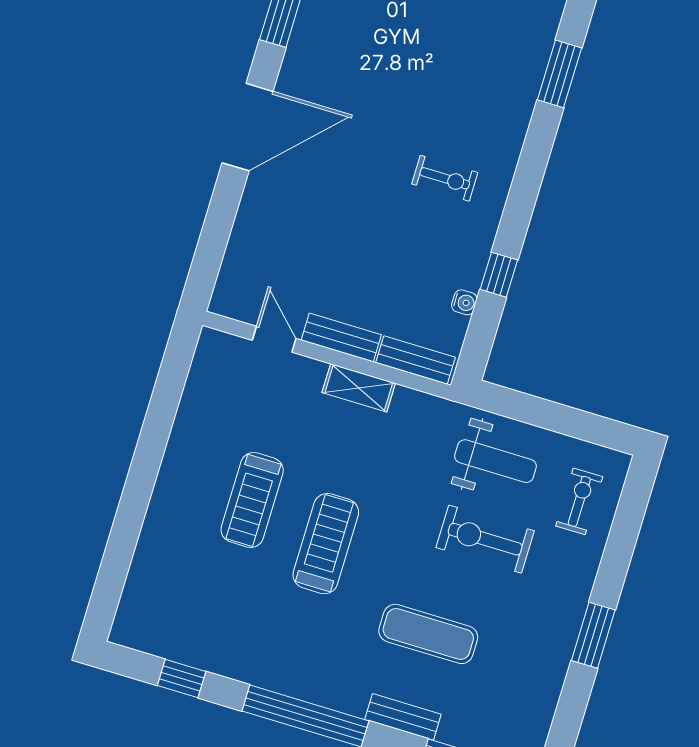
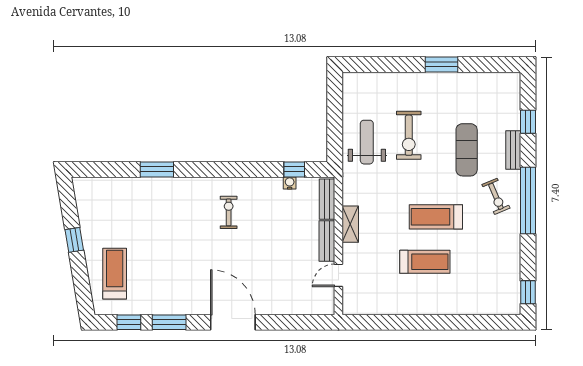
window: (499, 275) -> (294, 169), moved
exercise bike: (579, 501) -> (496, 196), moved, turned -113
window: (182, 679) -> (528, 292), moved

